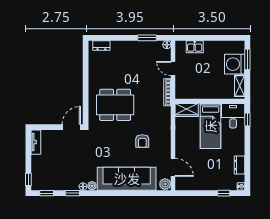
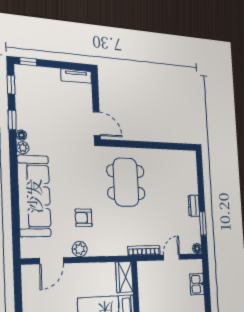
dresser: (101, 45) -> (194, 206), moved
plant: (165, 184) -> (80, 249), moved

